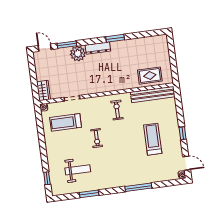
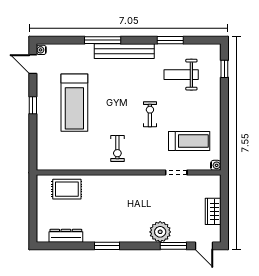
dresser: (98, 48) -> (66, 236), moved
wardrobe: (44, 91) -> (213, 211), moved
bench: (153, 94) -> (124, 51), moved
treadmill: (153, 139) -> (74, 103), width x1.37, depth x1.37

